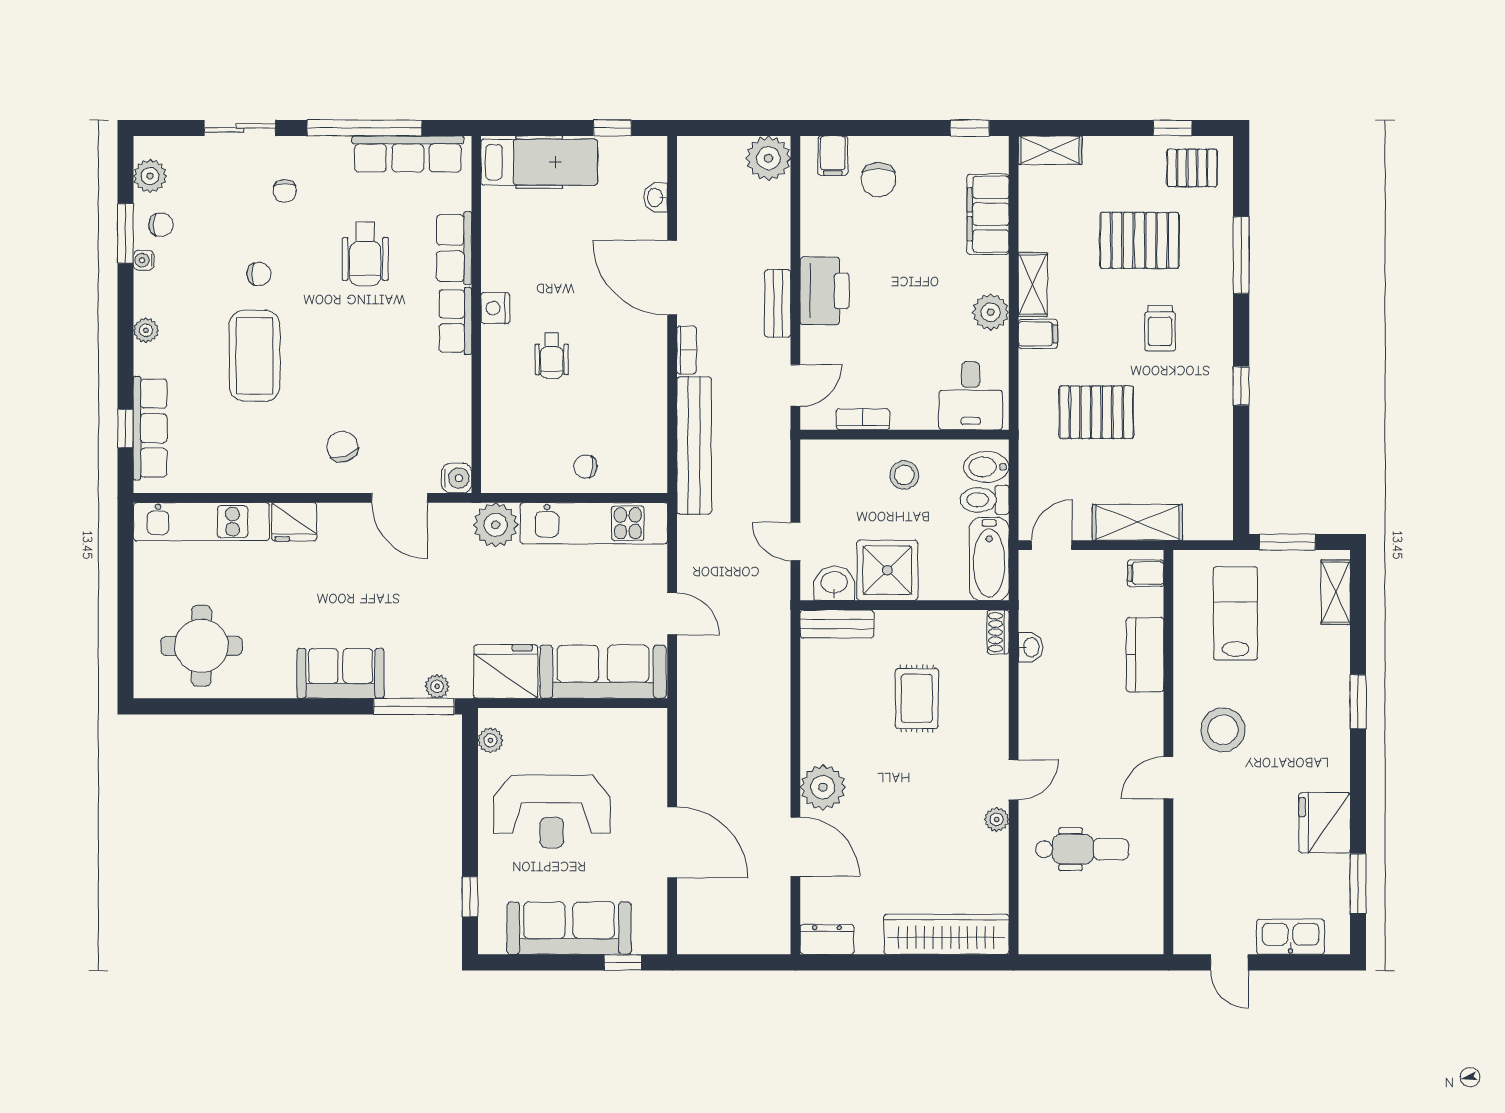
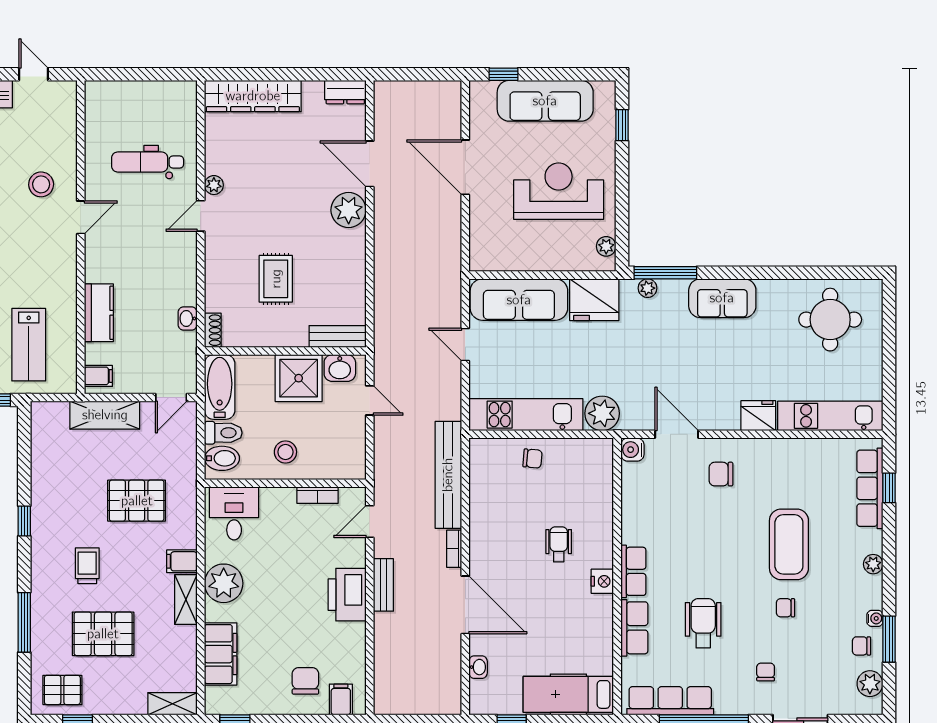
plant: (768, 158) -> (391, 697), removed
plant: (991, 312) -> (224, 583), width x1.36, depth x1.36
chair: (342, 446) -> (721, 474), turned 109
stool: (1223, 730) -> (41, 184), moved, width x0.73, depth x0.73

